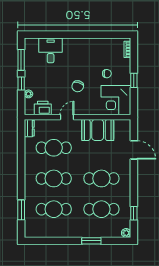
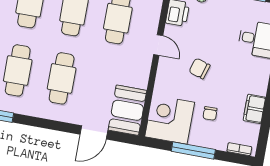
filing cabinet: (98, 44) -> (254, 109), added
window: (134, 80) -> (193, 150), width x2.17
booth: (98, 130) -> (127, 110), moved

